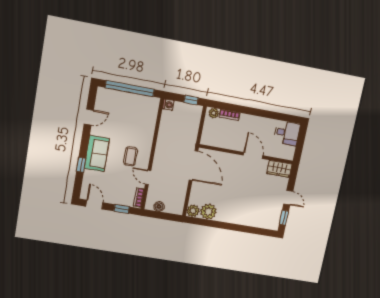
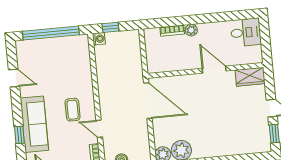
window: (191, 100) -> (110, 27), moved
plant: (214, 113) -> (191, 30), moved
door: (89, 117) -> (14, 78), hinge flipped
sofa: (97, 153) -> (34, 124), width x1.36

